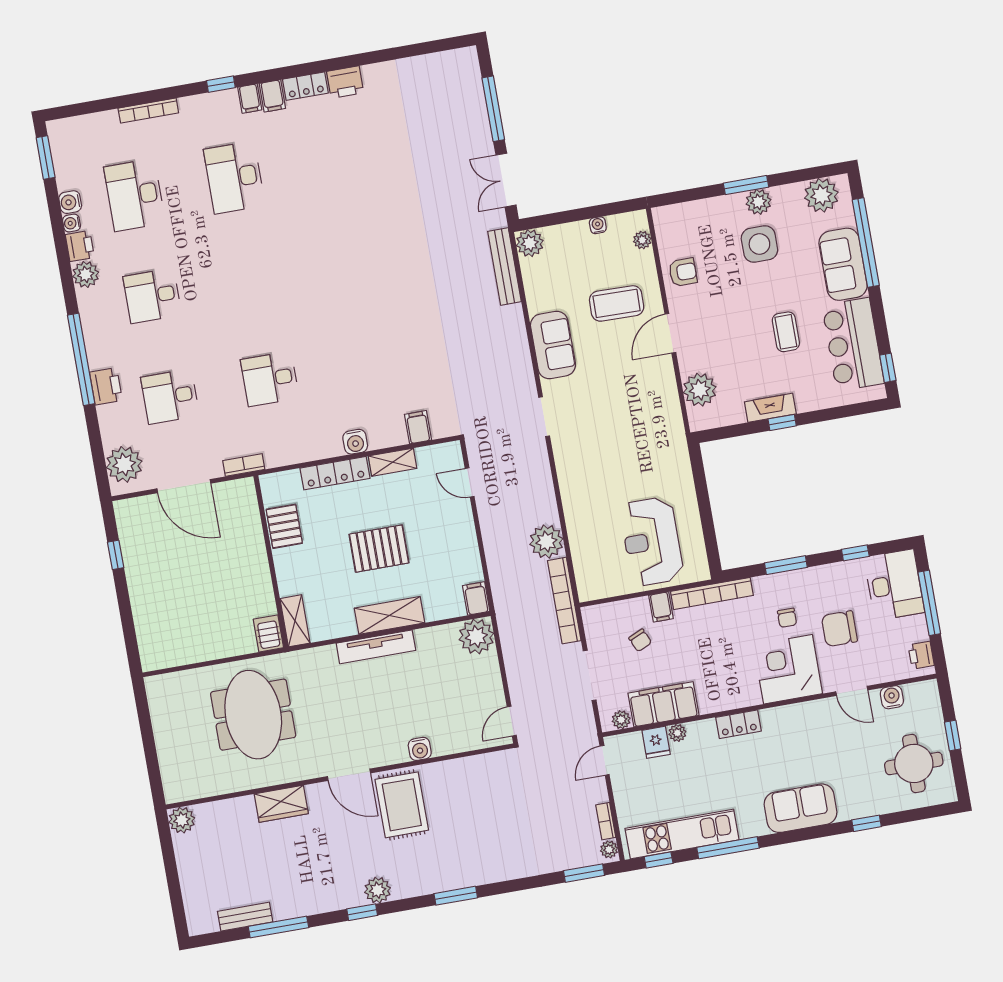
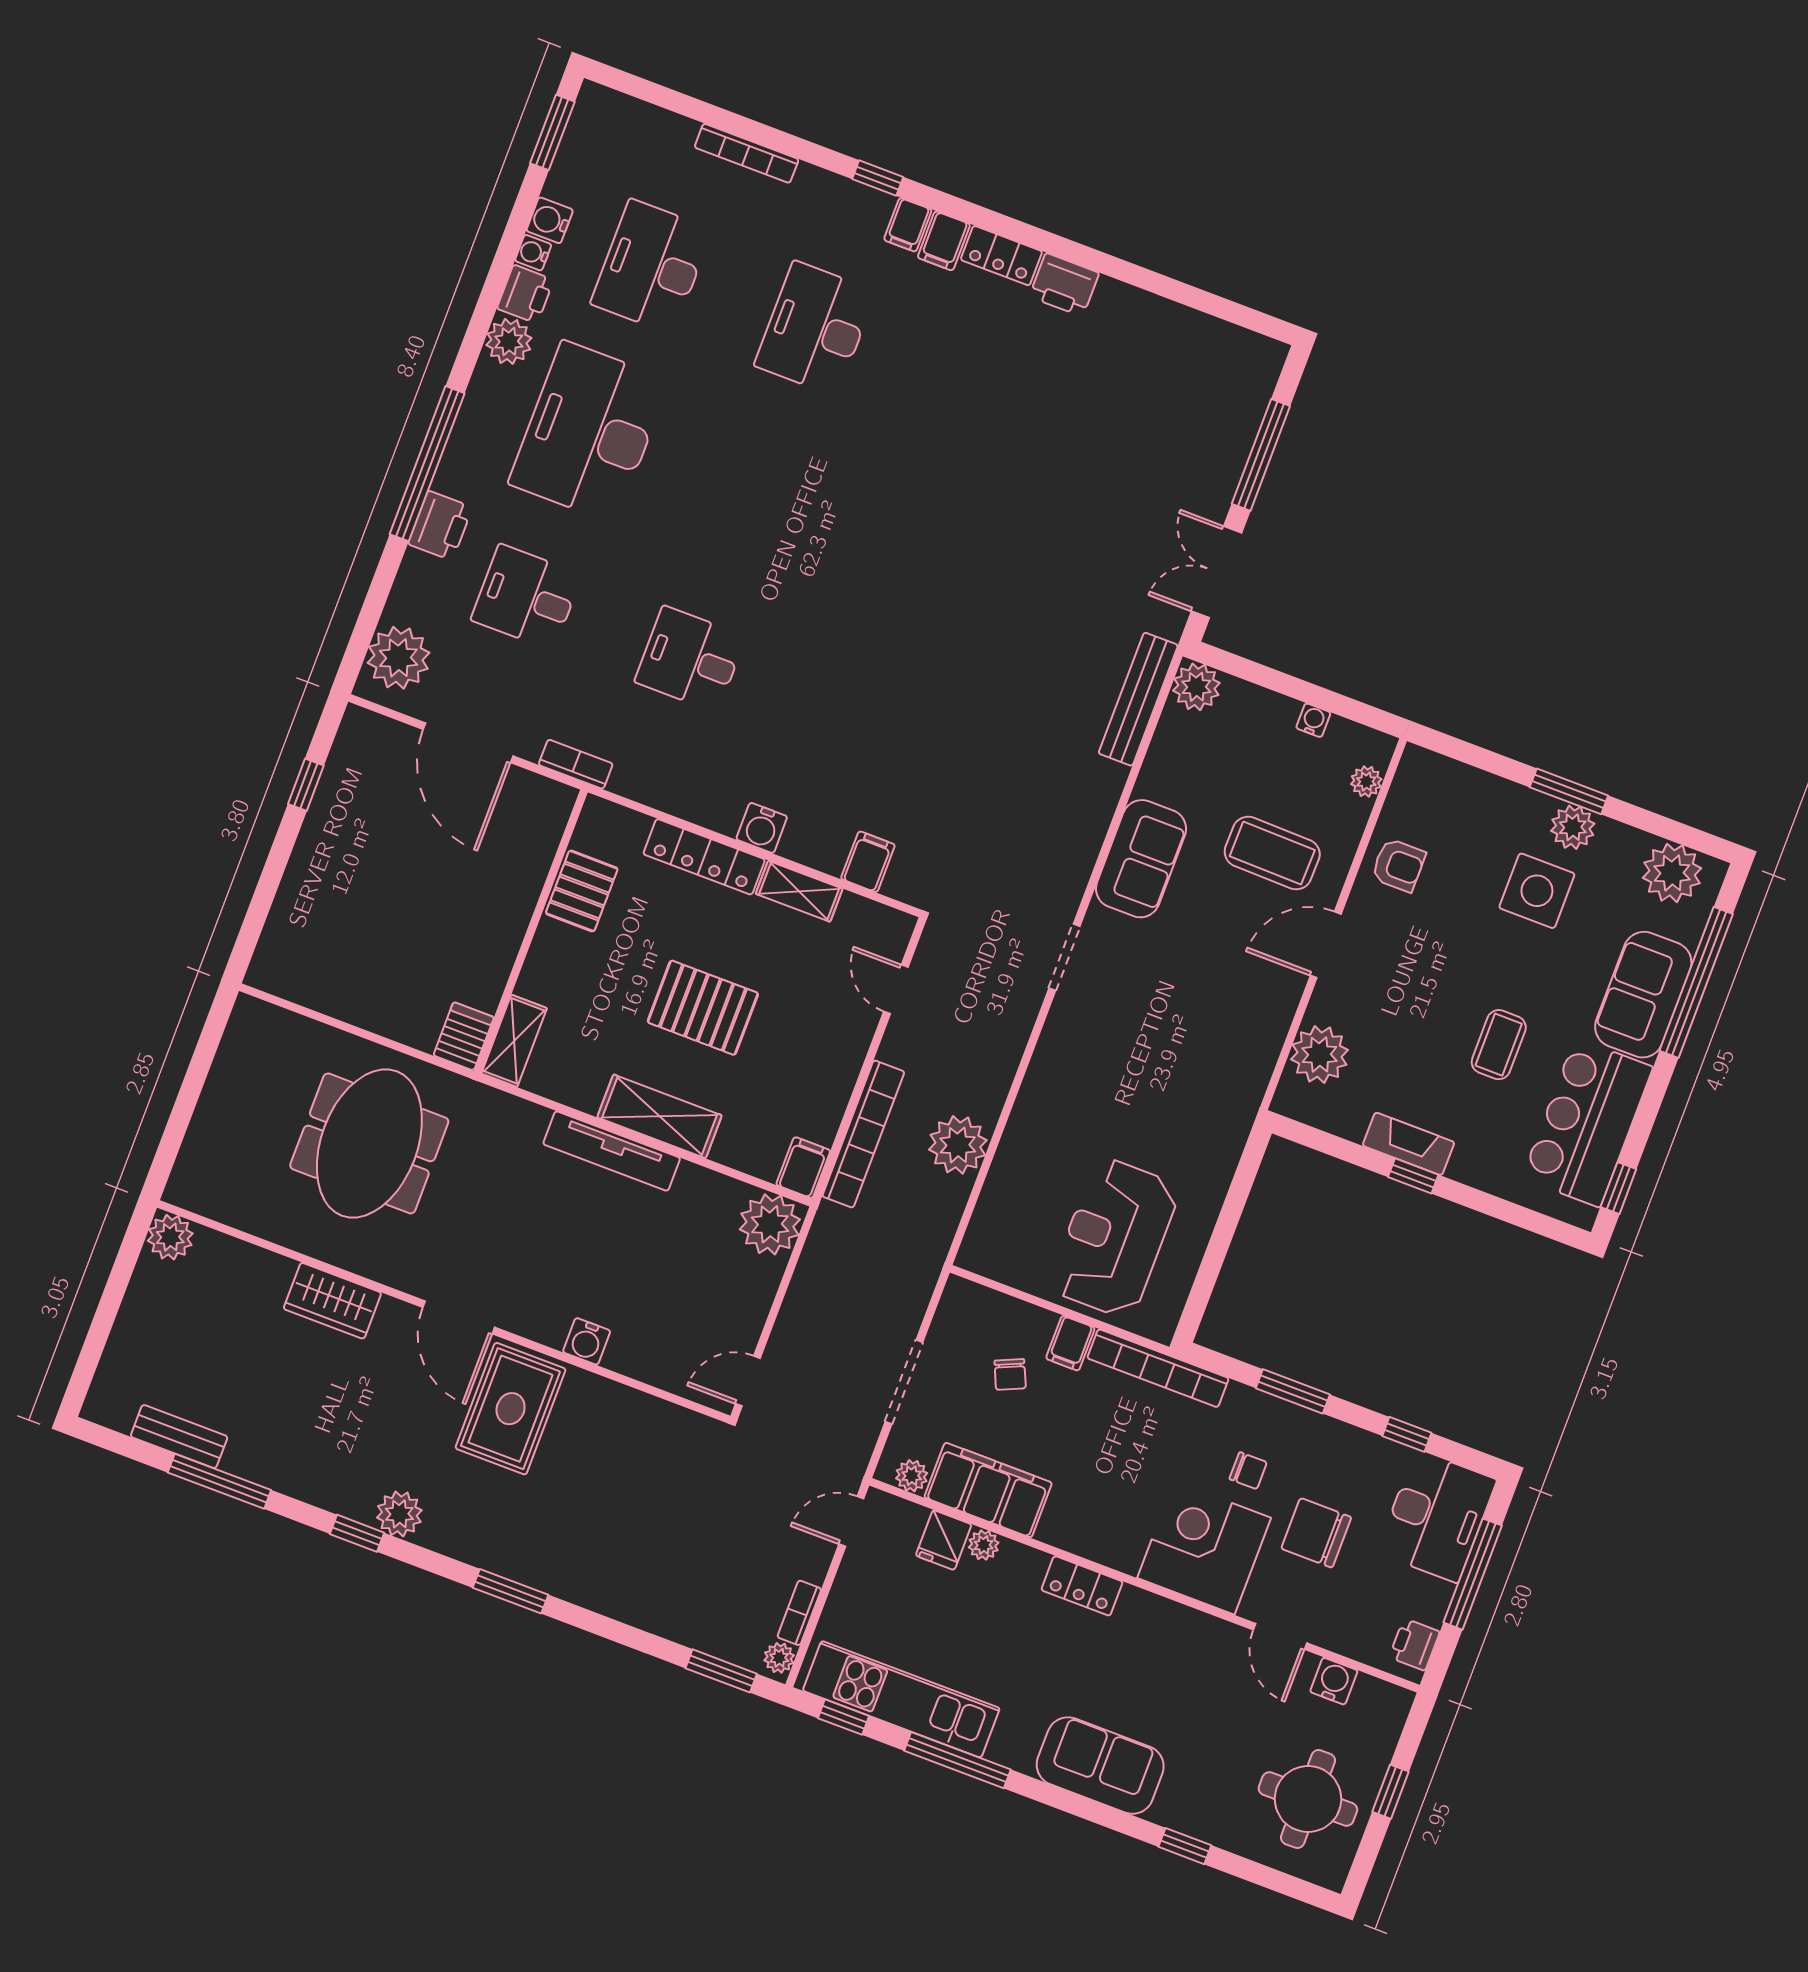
desk: (152, 296) -> (589, 432), width x1.87, depth x1.30
bookcase: (564, 601) -> (863, 1134), moved, turned 180
chair: (787, 618) -> (1248, 1471), turned -90

